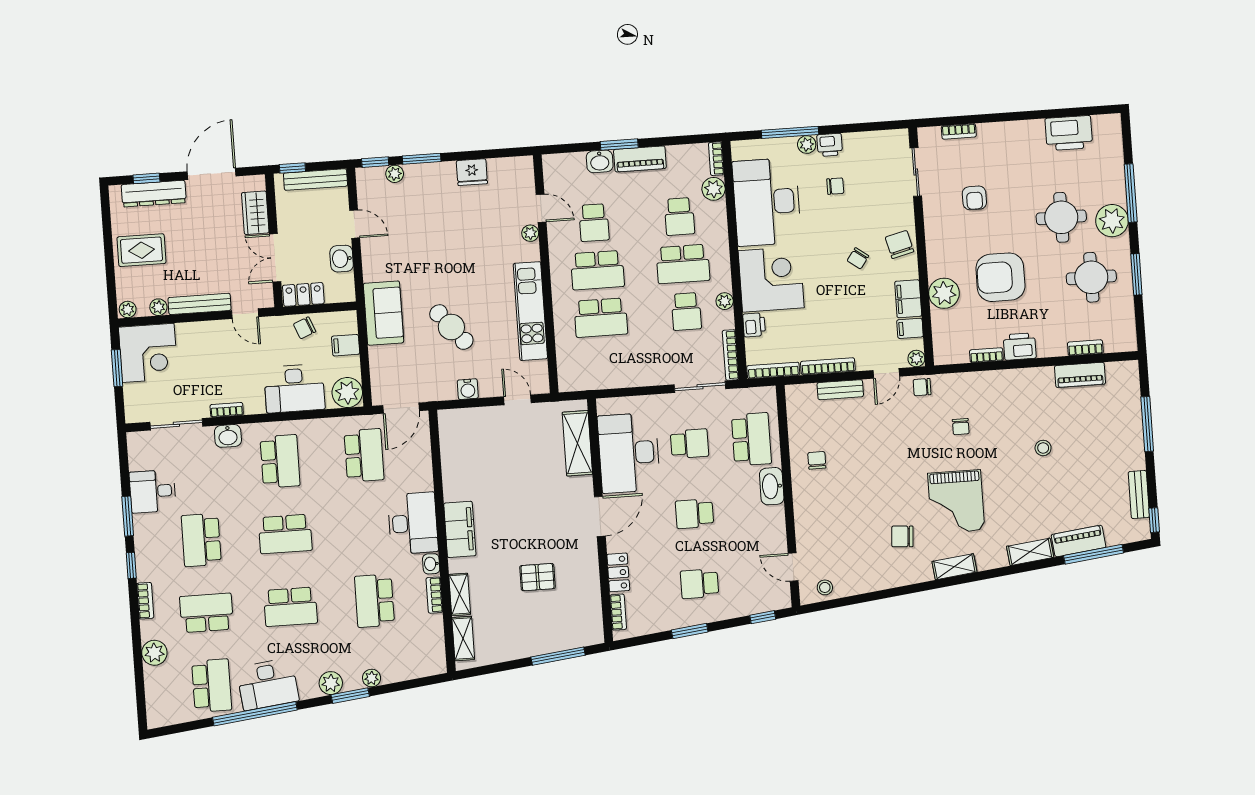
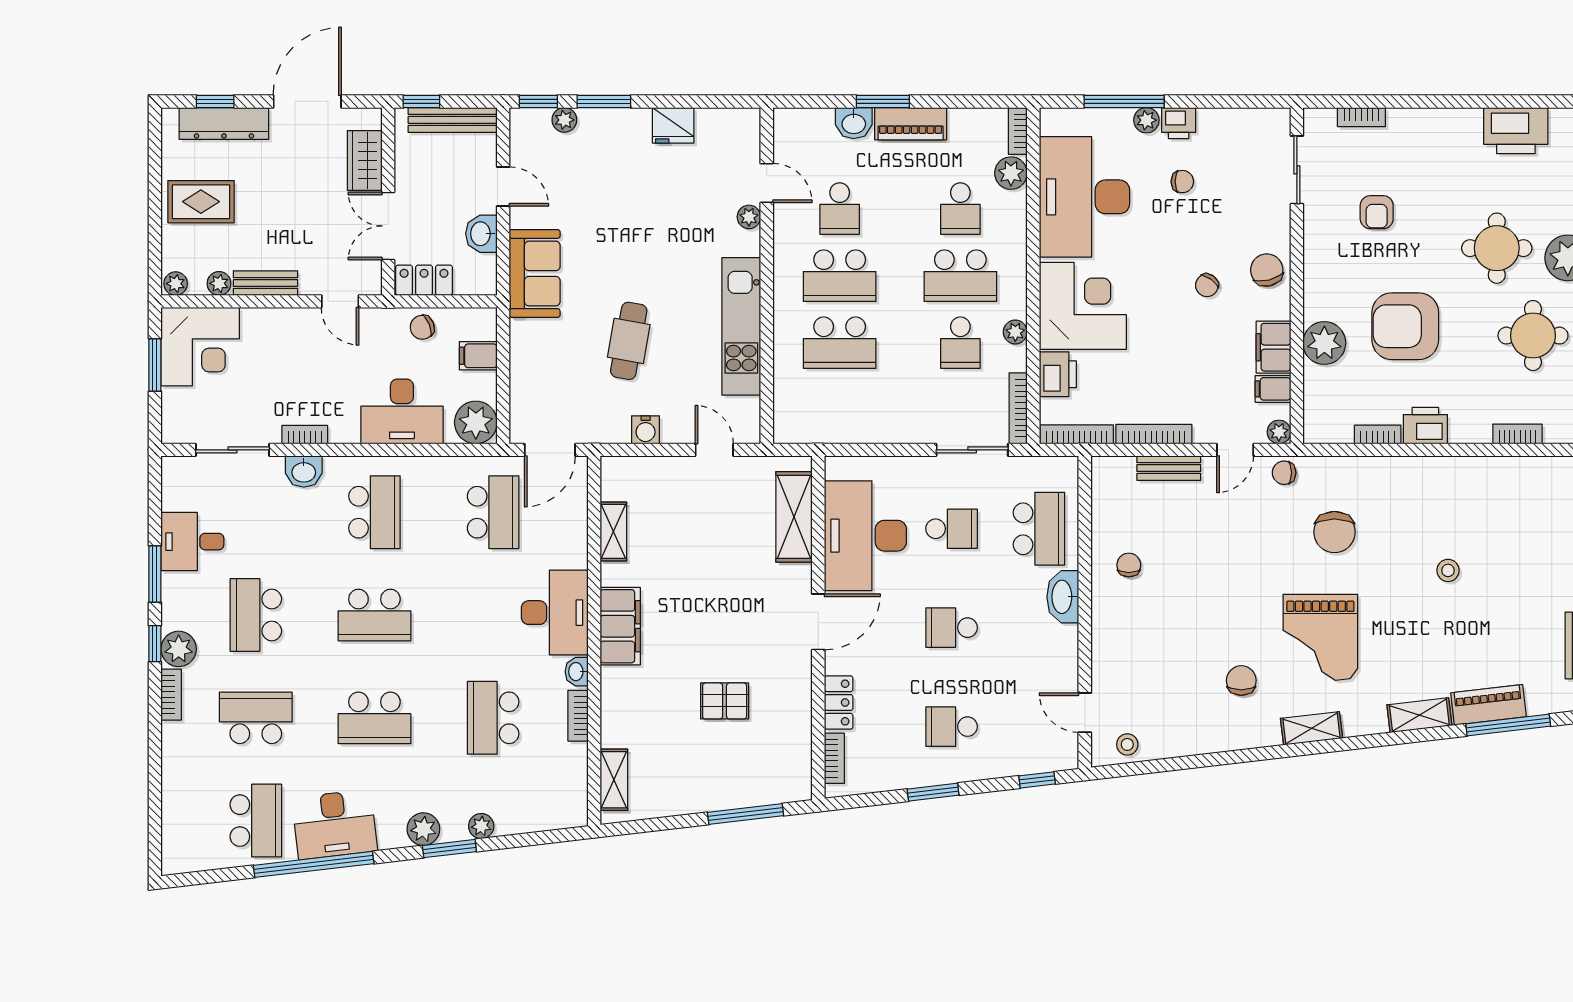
bench: (200, 304) -> (265, 283), width x0.73
sofa: (383, 313) -> (535, 274), moved
printer: (754, 325) -> (1058, 374), width x1.36, depth x1.24
cafe table: (451, 327) -> (629, 341), turned 49
piano: (1080, 375) -> (1507, 471), removed
chair: (961, 427) -> (1334, 532), width x1.87, depth x1.87
chair: (902, 536) -> (1241, 681), turned 86
shelving: (460, 594) -> (613, 531), moved
plant: (154, 653) -> (179, 649), moved

